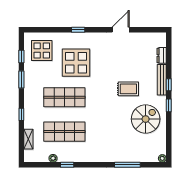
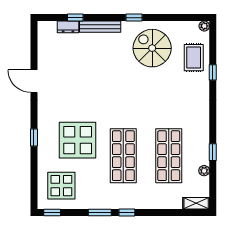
window: (21, 57) -> (52, 213), moved
window: (169, 85) -> (75, 18), moved
rug: (128, 89) -> (194, 58), moved
window: (21, 114) -> (127, 213), moved
shelving: (28, 139) -> (196, 203), moved
window: (127, 165) -> (213, 72), width x0.46

